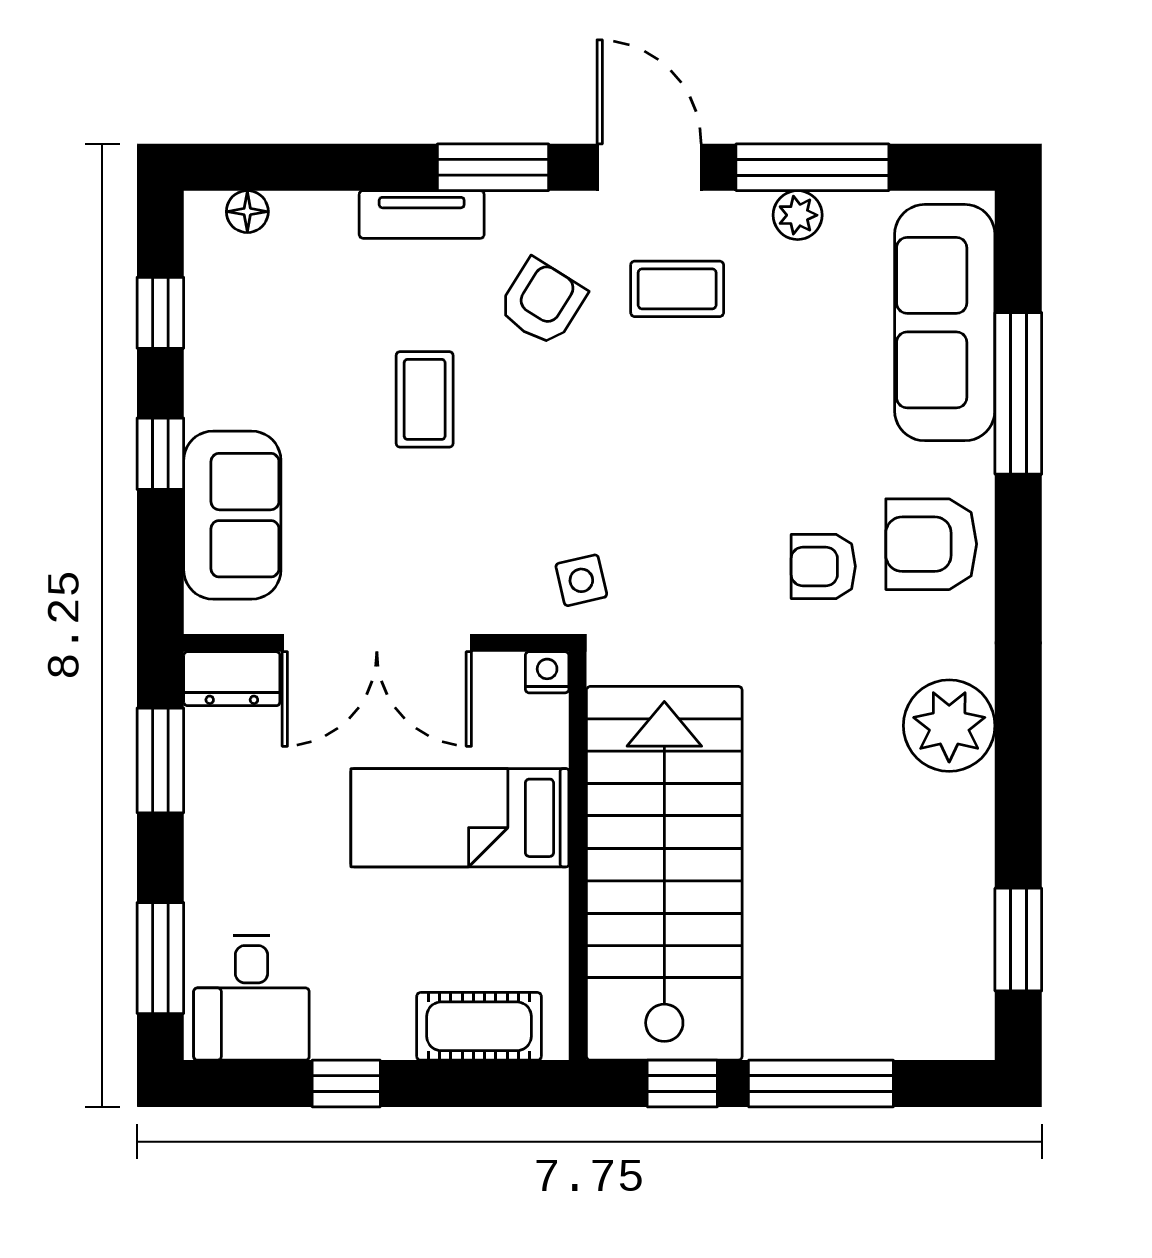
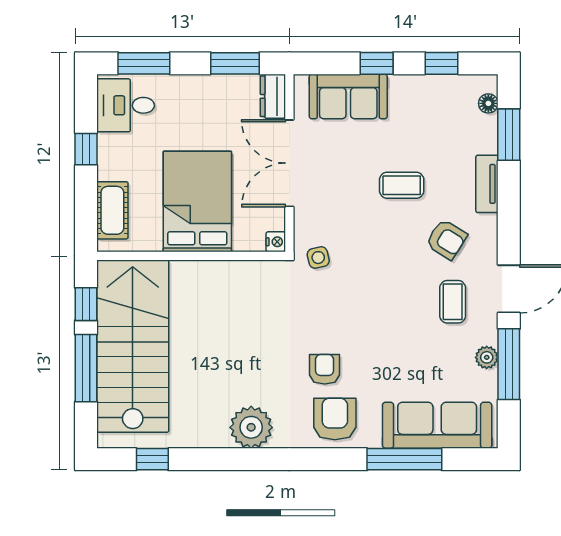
window: (493, 167) -> (509, 135), moved
bed: (460, 818) -> (197, 201), width x1.50
stairs: (664, 873) -> (133, 346), moved, turned -90
window: (1018, 940) -> (152, 459), width x0.67

